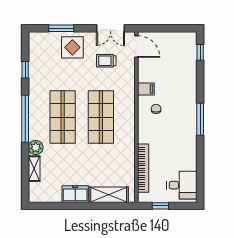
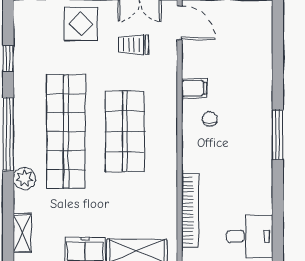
window: (200, 52) -> (278, 32), removed
shop shelf: (63, 117) -> (66, 131), width x1.40
shelving: (34, 169) -> (22, 233), moved

